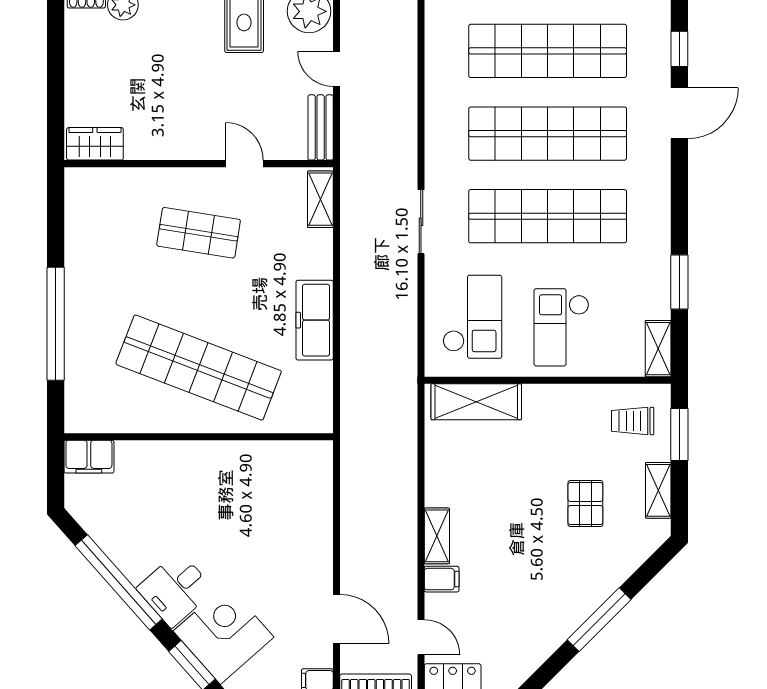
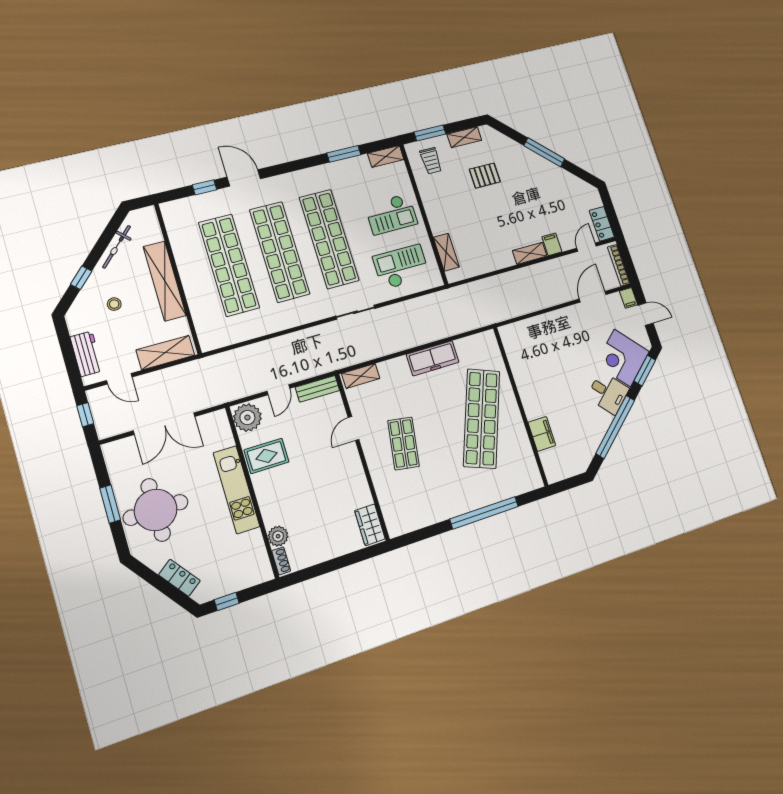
shelving: (476, 402) -> (446, 252), width x0.67, depth x0.75
filing cabinet: (89, 457) -> (542, 434), moved

